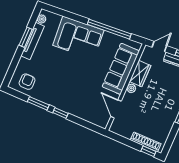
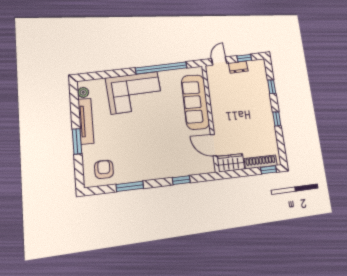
window: (26, 37) -> (77, 141), moved
wardrobe: (140, 74) -> (231, 163), moved, turned -90
plant: (131, 88) -> (217, 116), removed
window: (60, 113) -> (181, 180), moved

